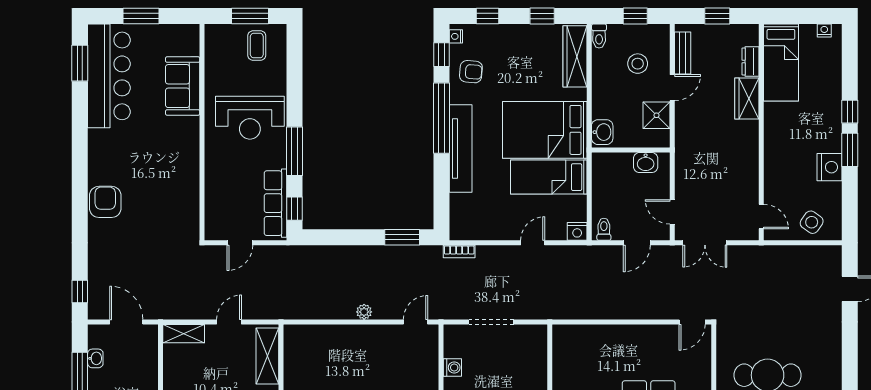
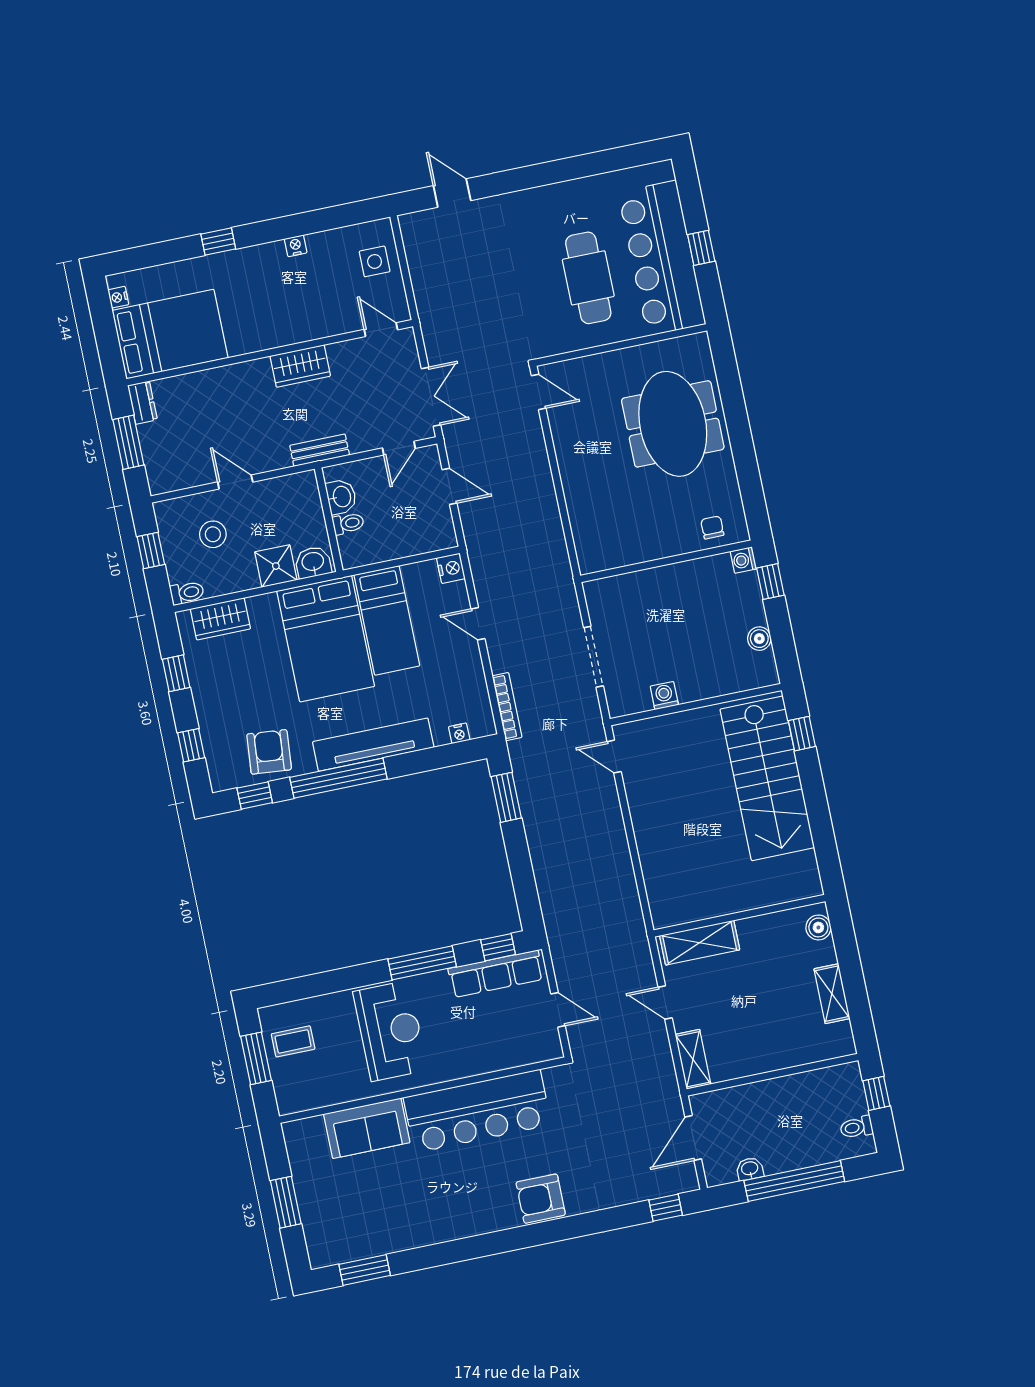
window: (717, 16) -> (128, 442), width x1.50
nightstand: (456, 36) -> (459, 733), moved
bench: (683, 53) -> (320, 450), moved
wardrobe: (575, 56) -> (220, 619), width x0.67
dresser: (750, 61) -> (142, 403), moved, turned -90
bed: (781, 63) -> (170, 334), width x1.50
armchair: (471, 72) -> (269, 752), width x1.38, depth x1.38
bar counter: (109, 76) -> (477, 1111), moved, turned 180
wardrobe: (747, 98) -> (300, 366), moved
shower: (656, 115) -> (276, 566), moved
window: (850, 150) -> (269, 231), removed
nightstand: (830, 167) -> (296, 246), width x0.53, depth x0.56
door: (761, 217) -> (381, 330), hinge flipped
side table: (812, 222) -> (375, 261), turned -35
toilet: (604, 229) -> (348, 523), moved, turned 180
bookcase: (459, 252) -> (507, 707), width x1.56
plant: (364, 312) -> (615, 827), removed

